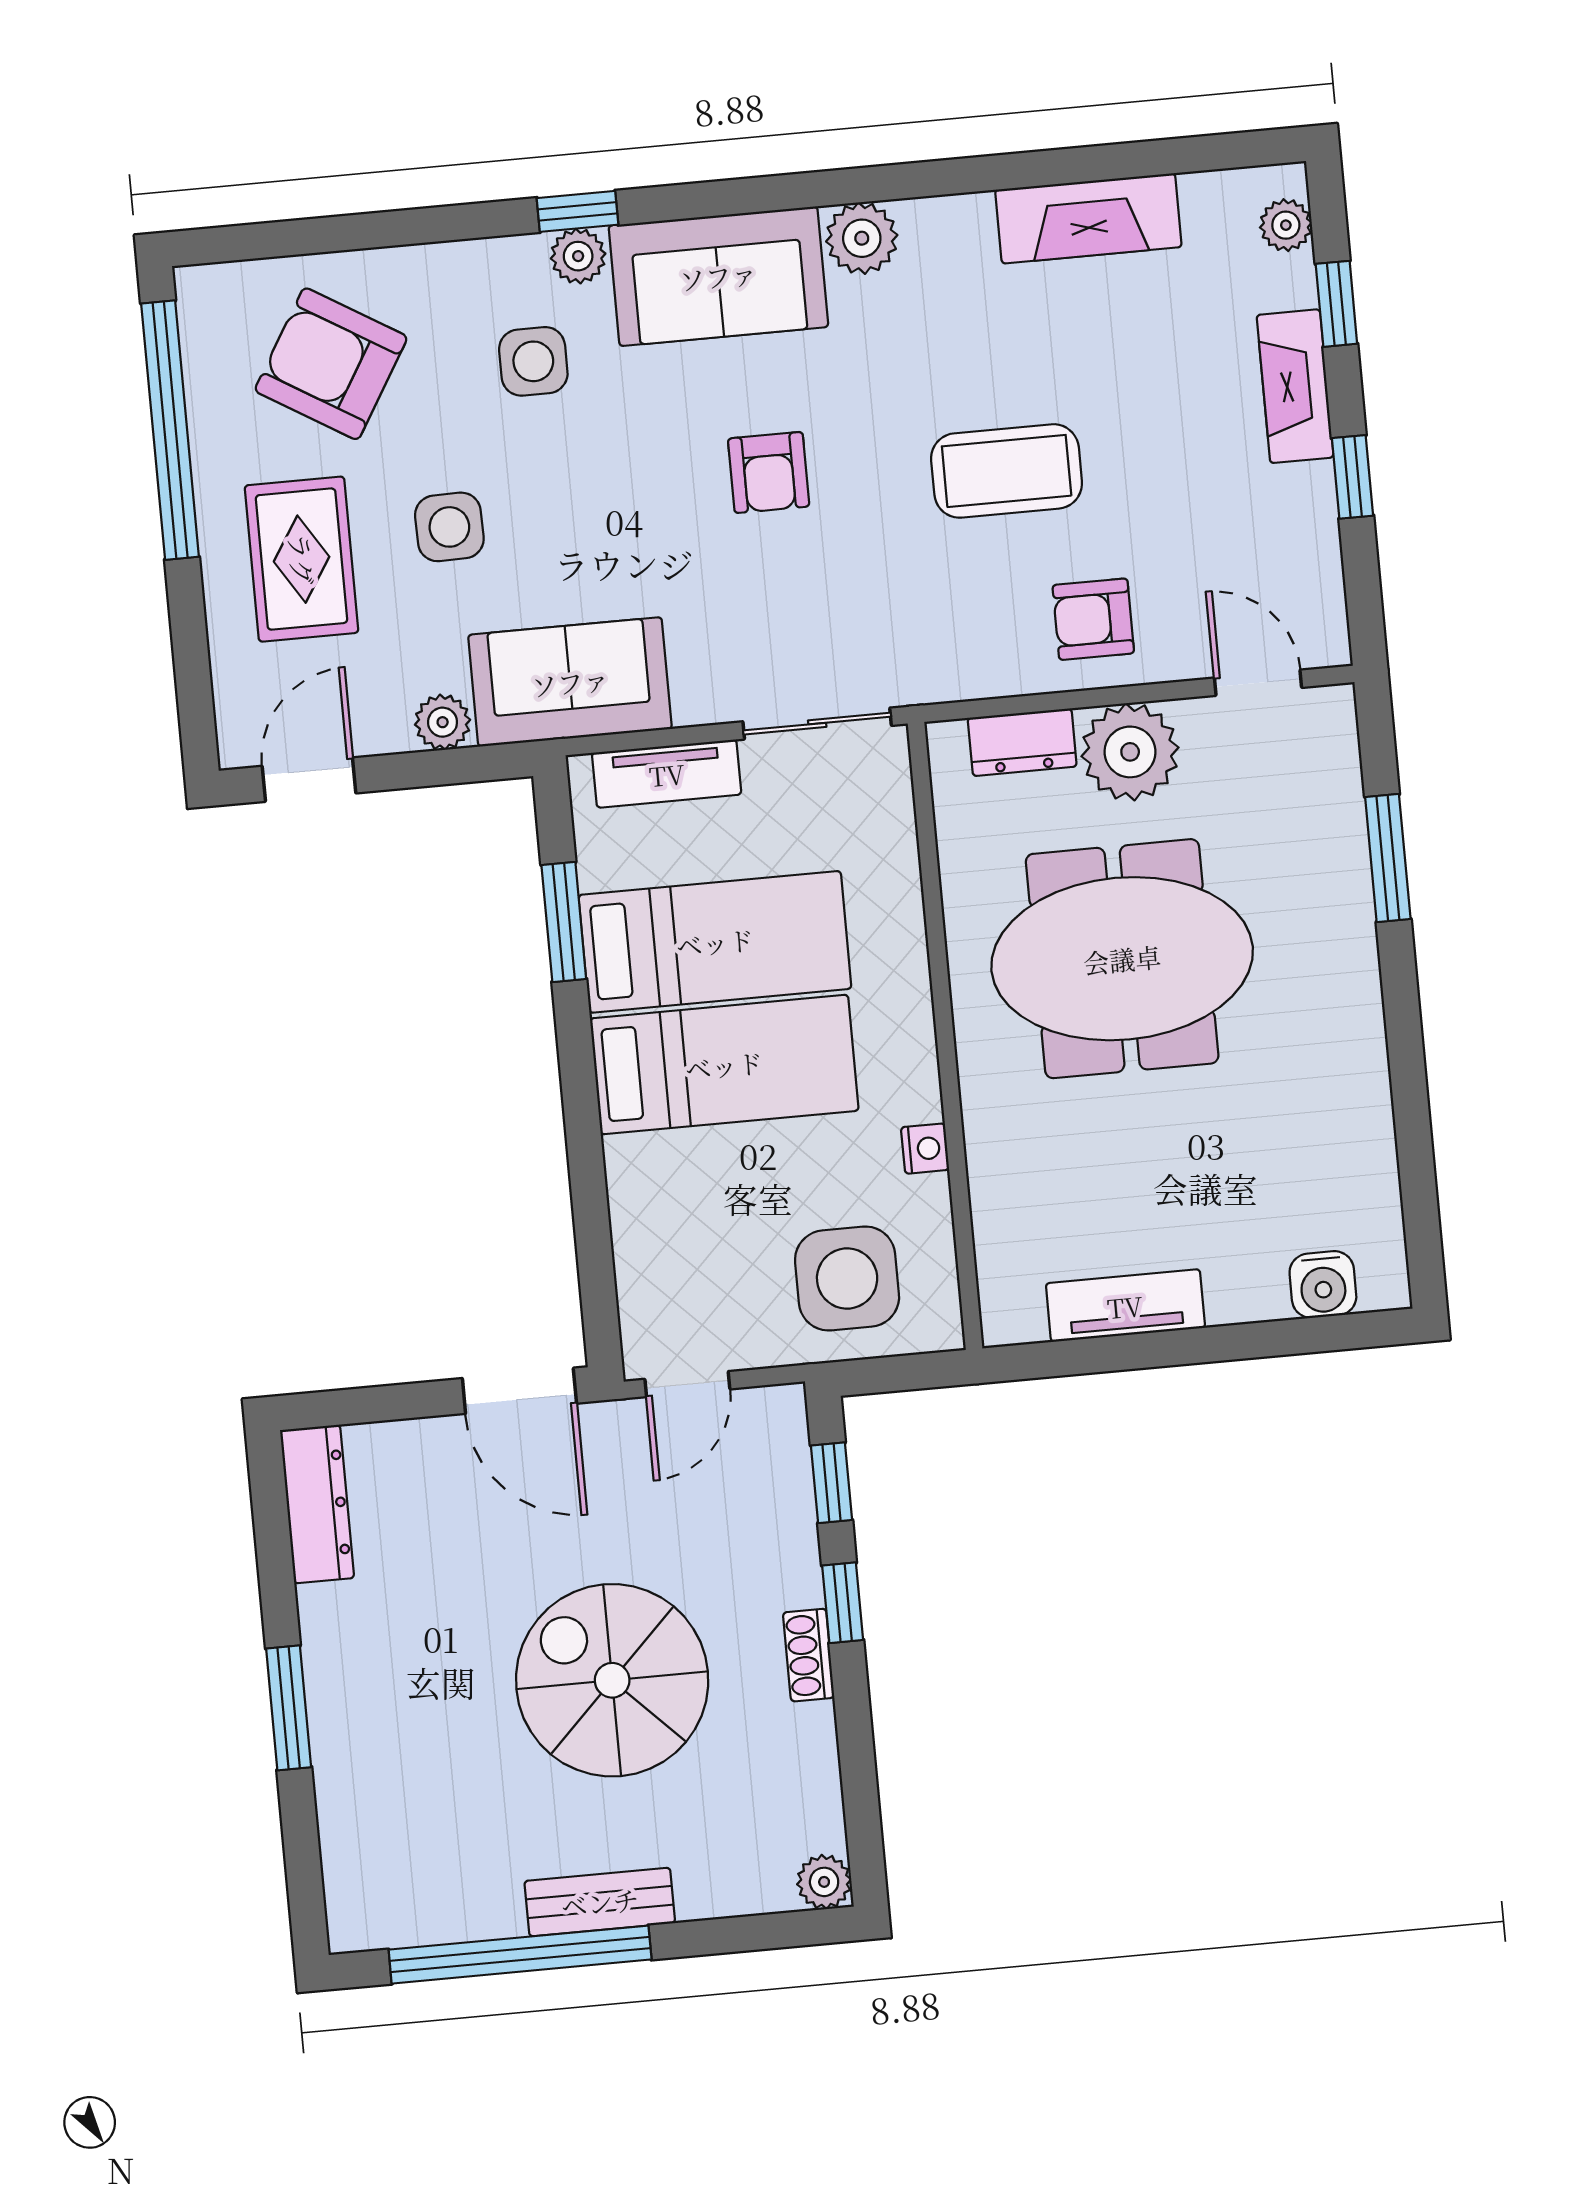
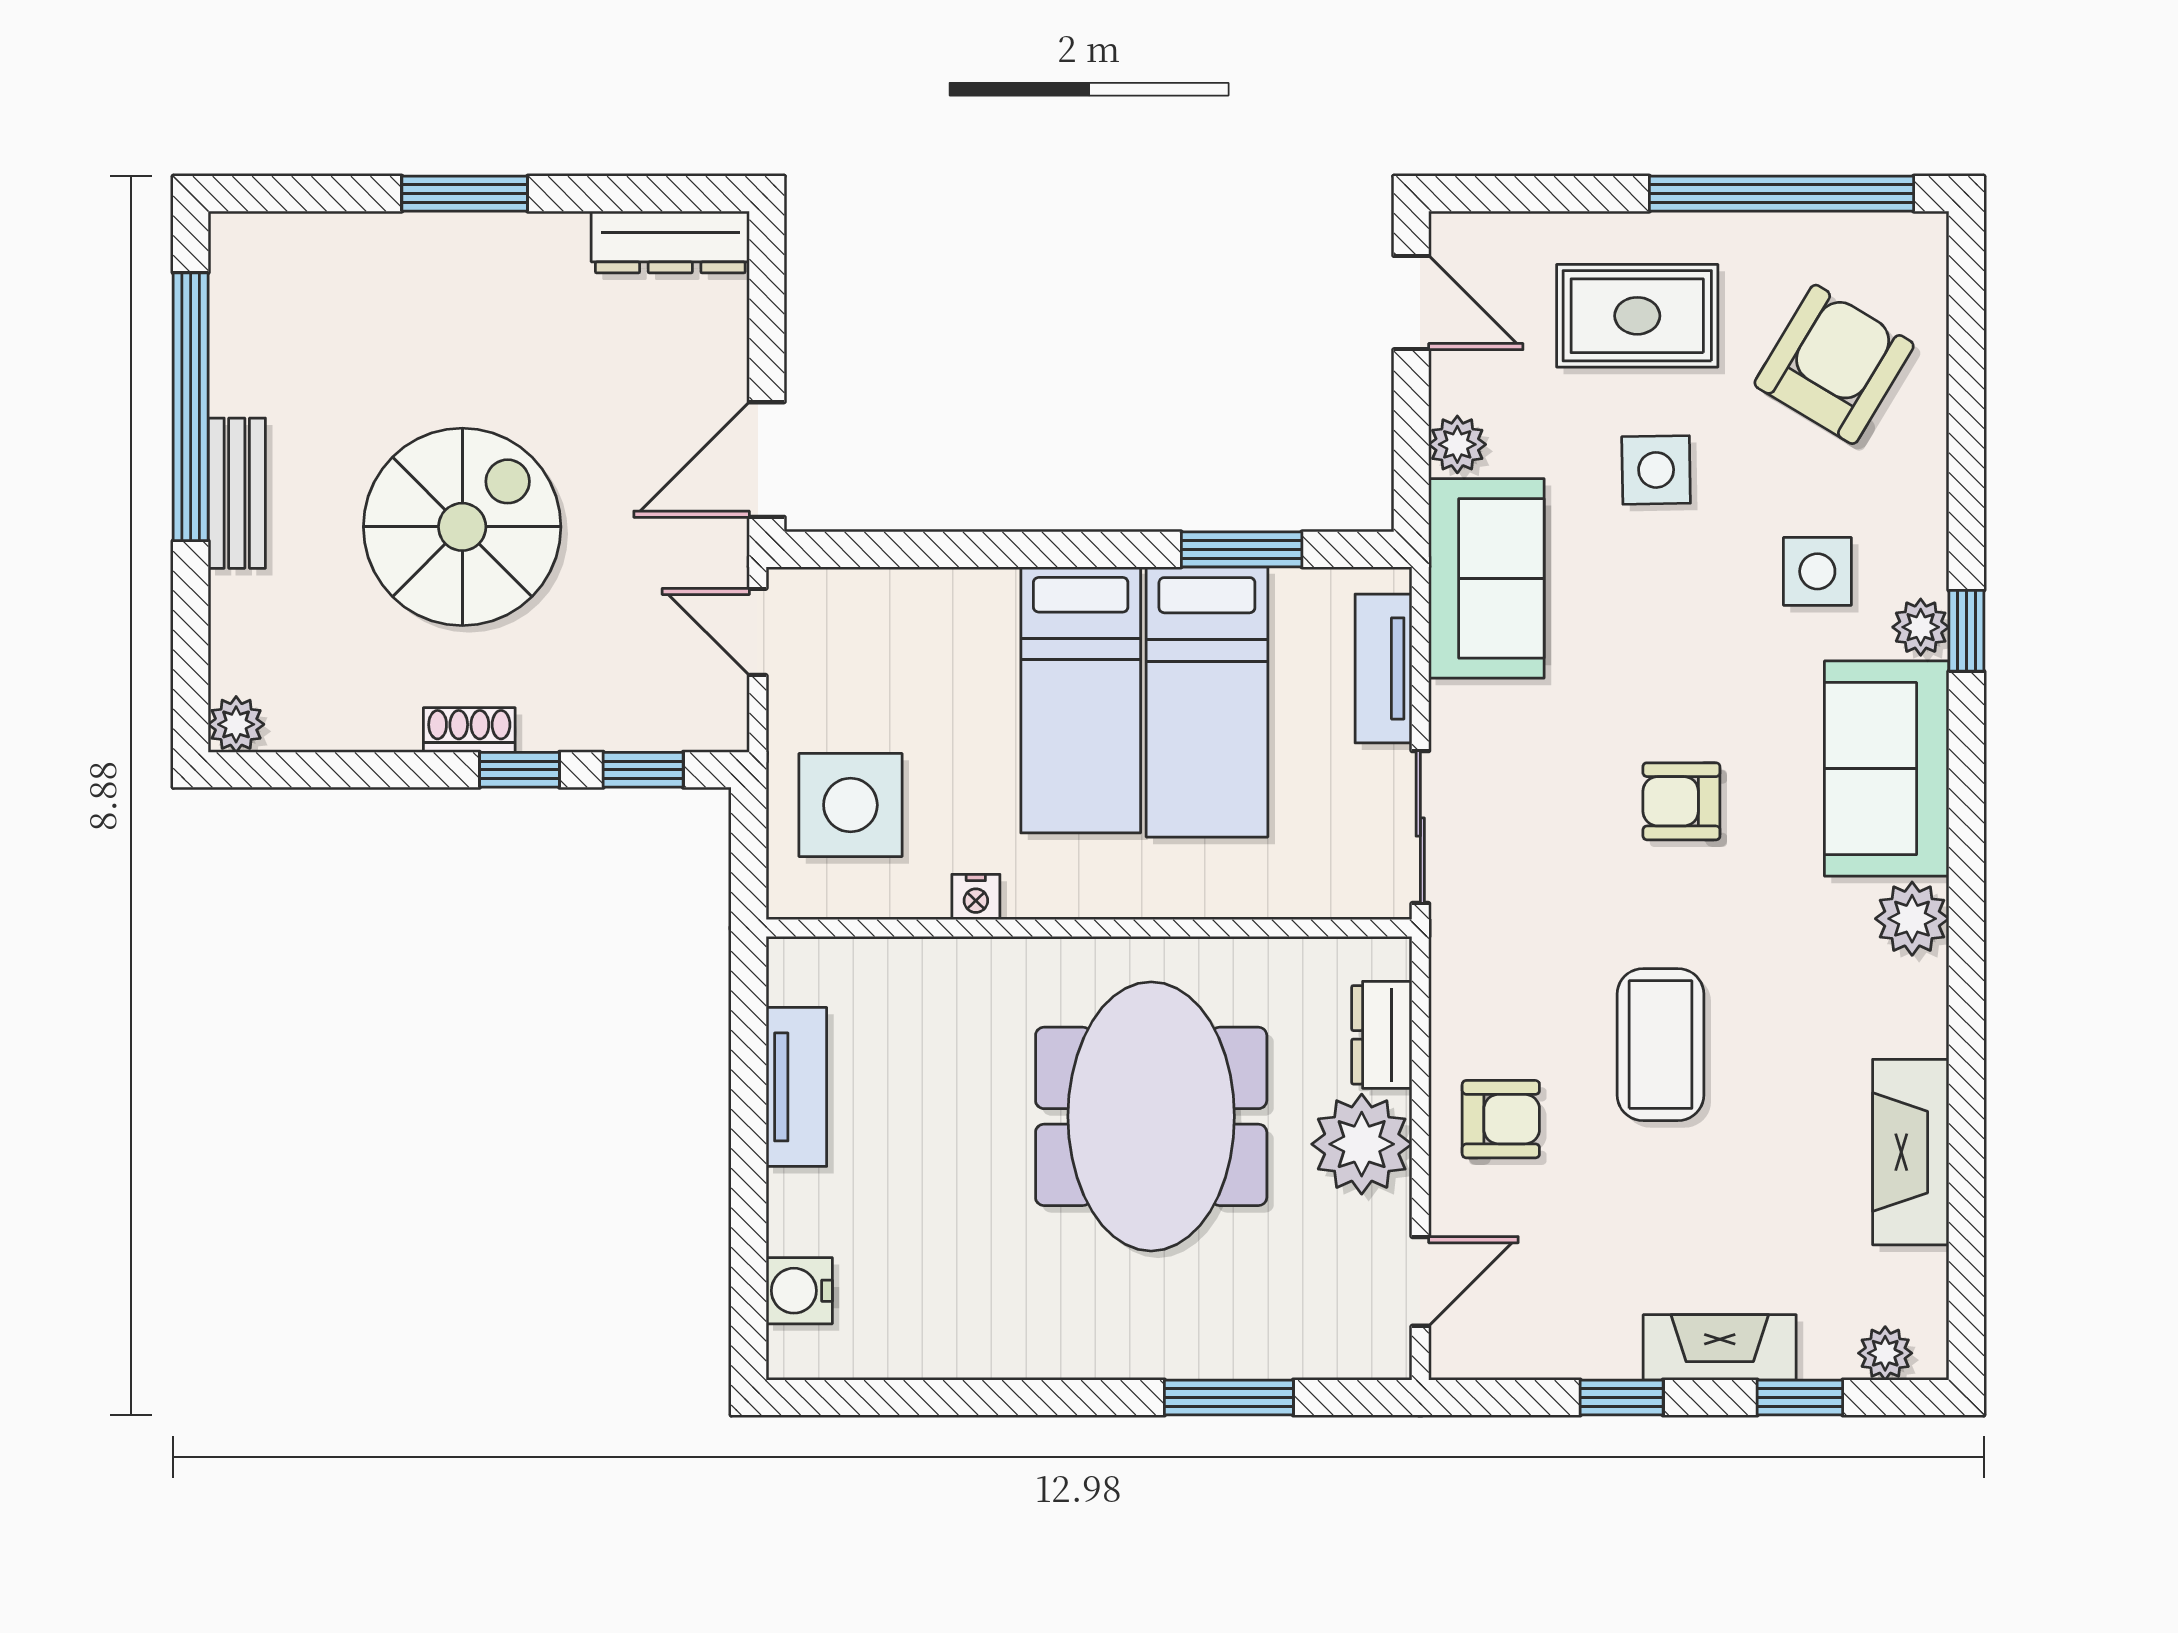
armchair: (1093, 619) -> (1501, 1119), turned 90

